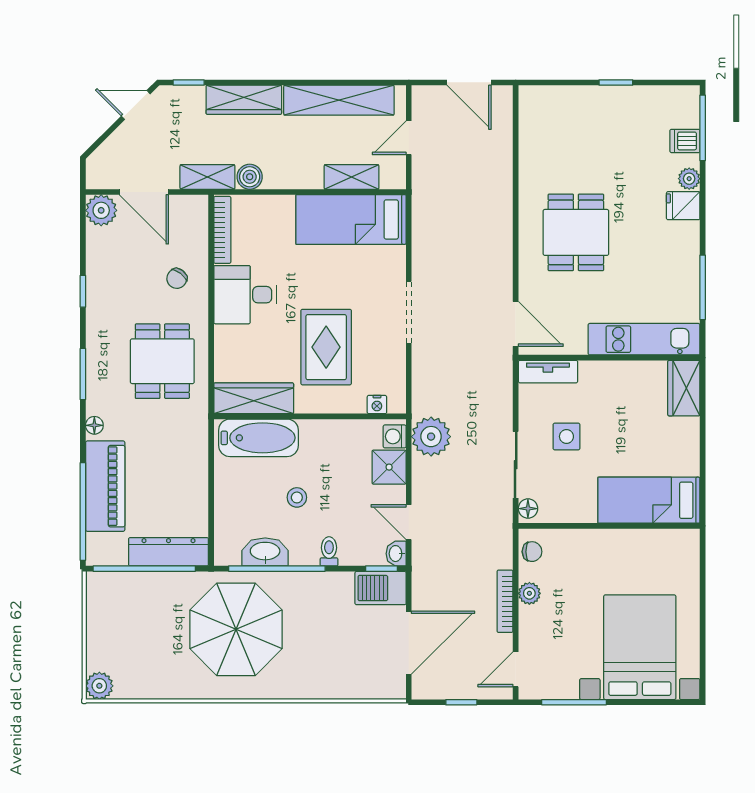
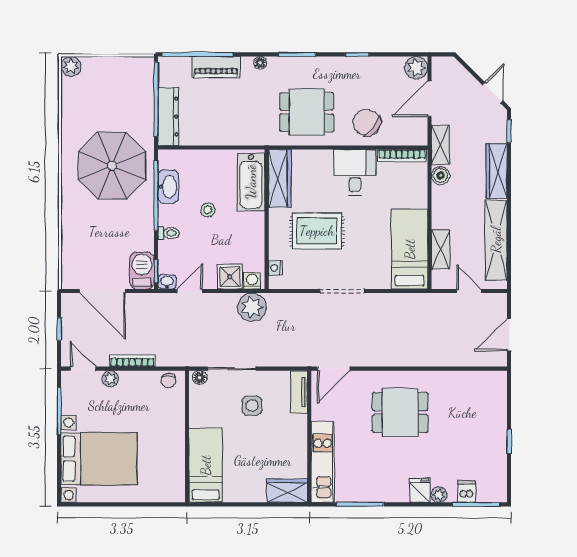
chair: (177, 278) -> (367, 123), width x1.87, depth x1.87
piano: (105, 486) -> (216, 67), width x0.73, depth x0.75
plant: (529, 593) -> (110, 379), moved

